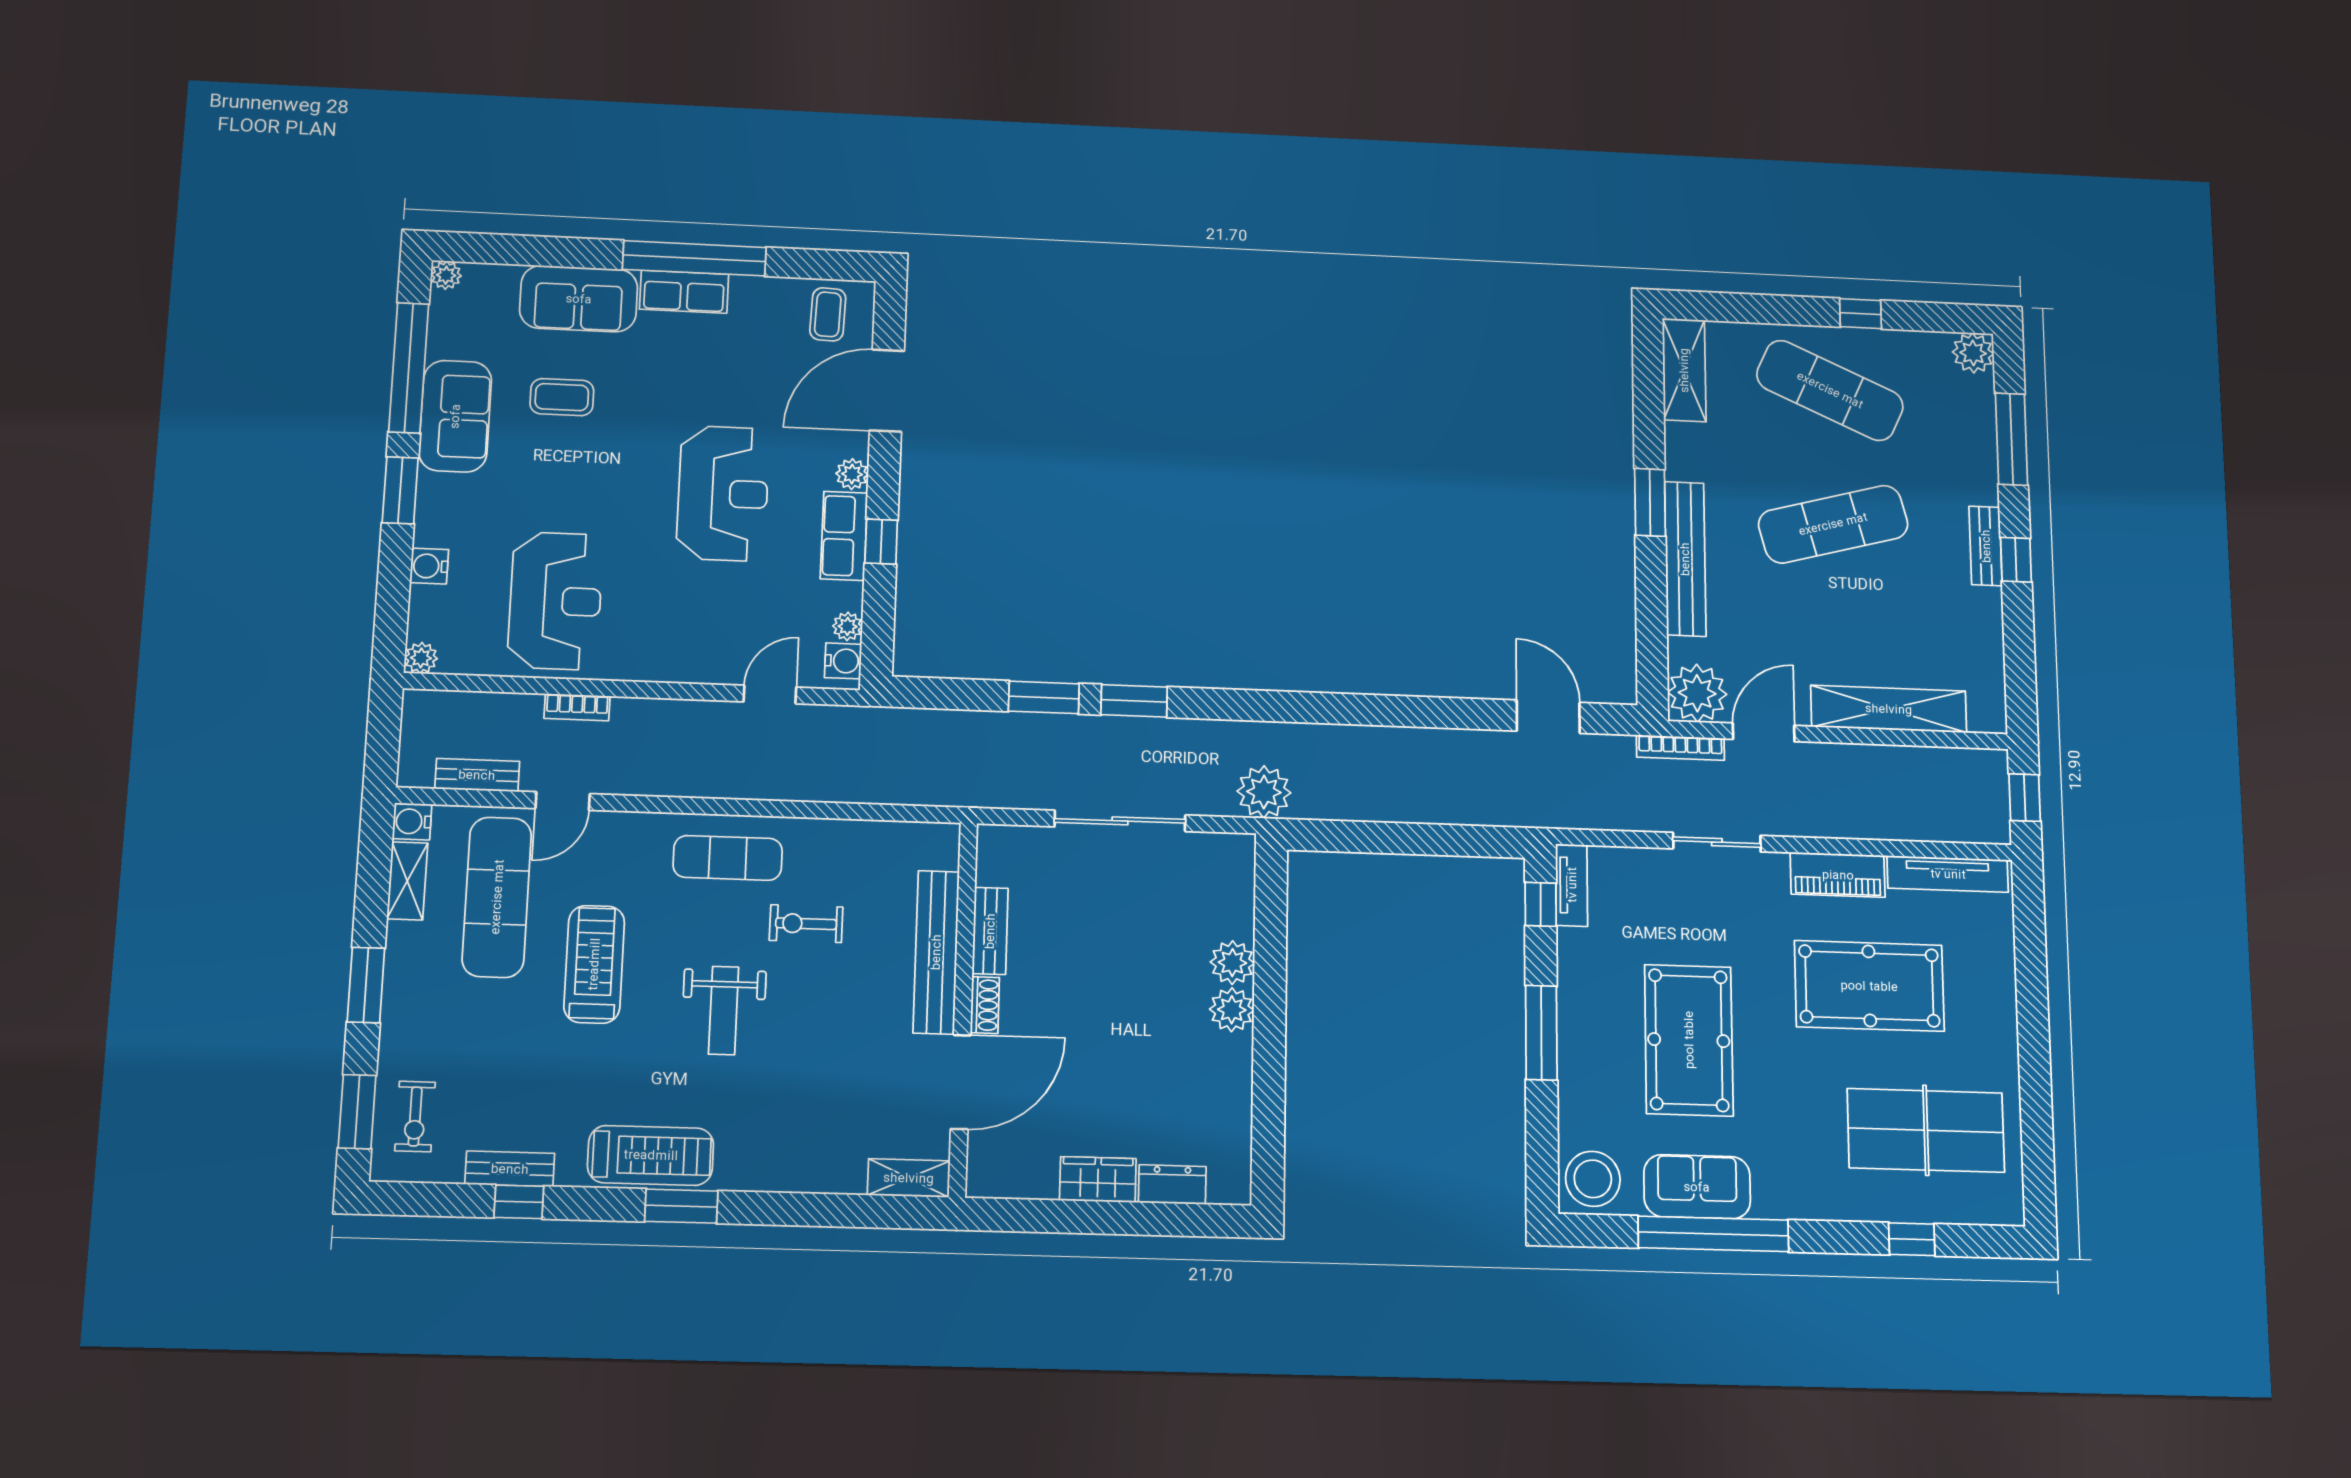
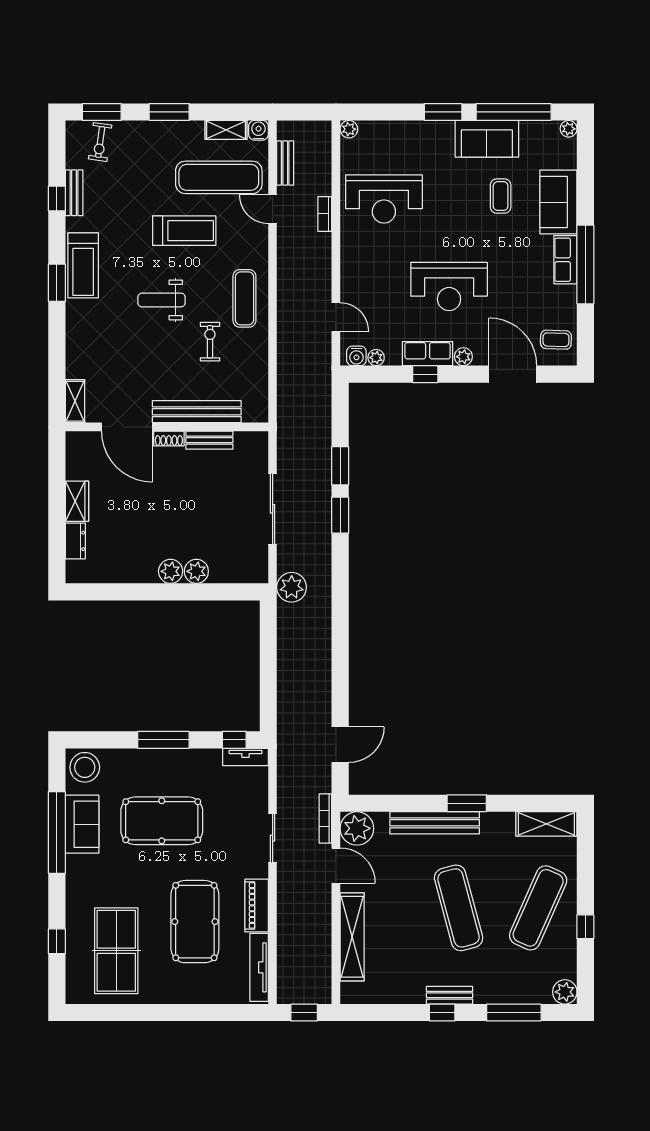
water cooler: (429, 566) -> (401, 130), removed
exercise bike: (415, 1117) -> (100, 142), turned -82

